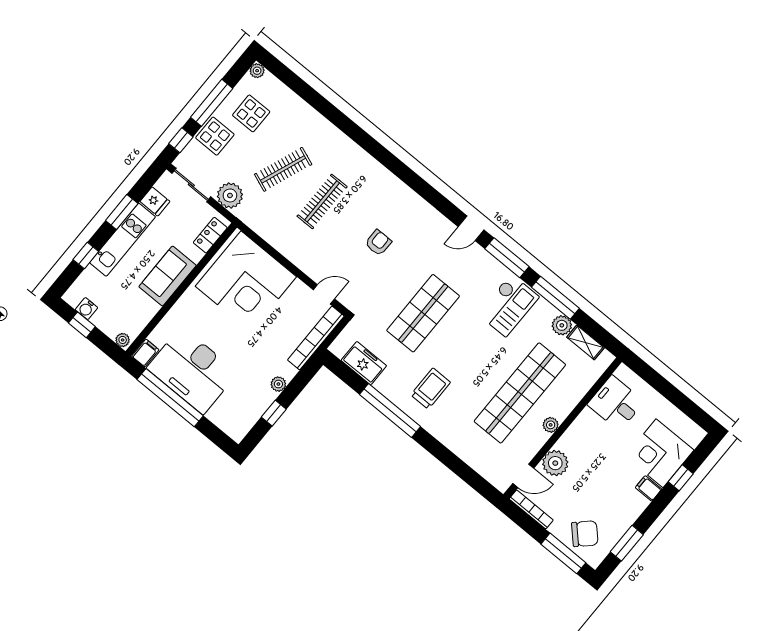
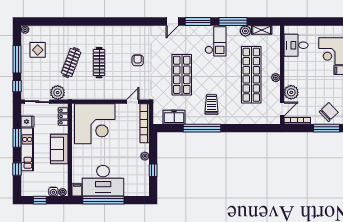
display table: (215, 136) -> (30, 72), removed
water cooler: (86, 309) -> (53, 192), moved

